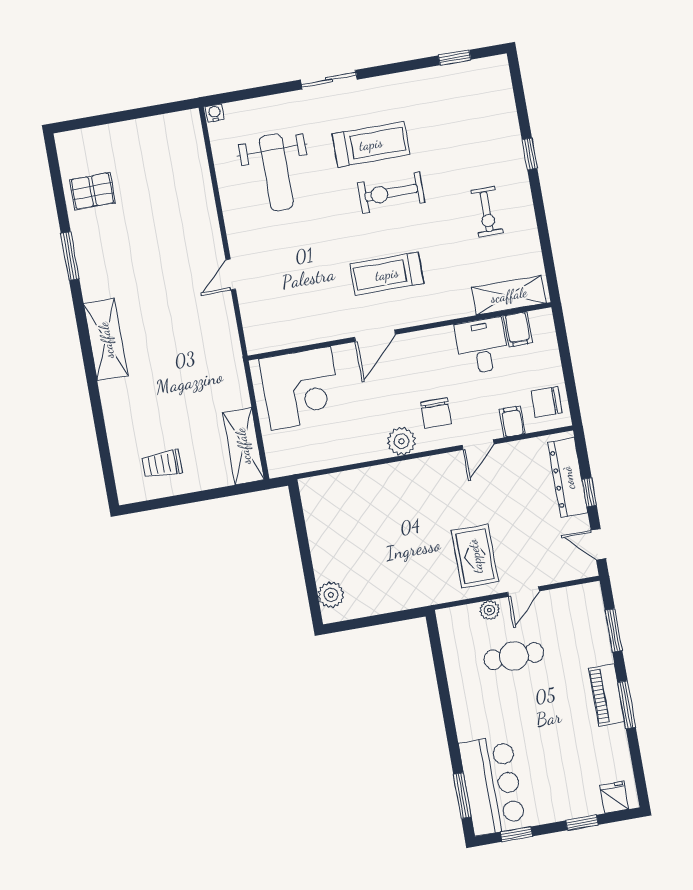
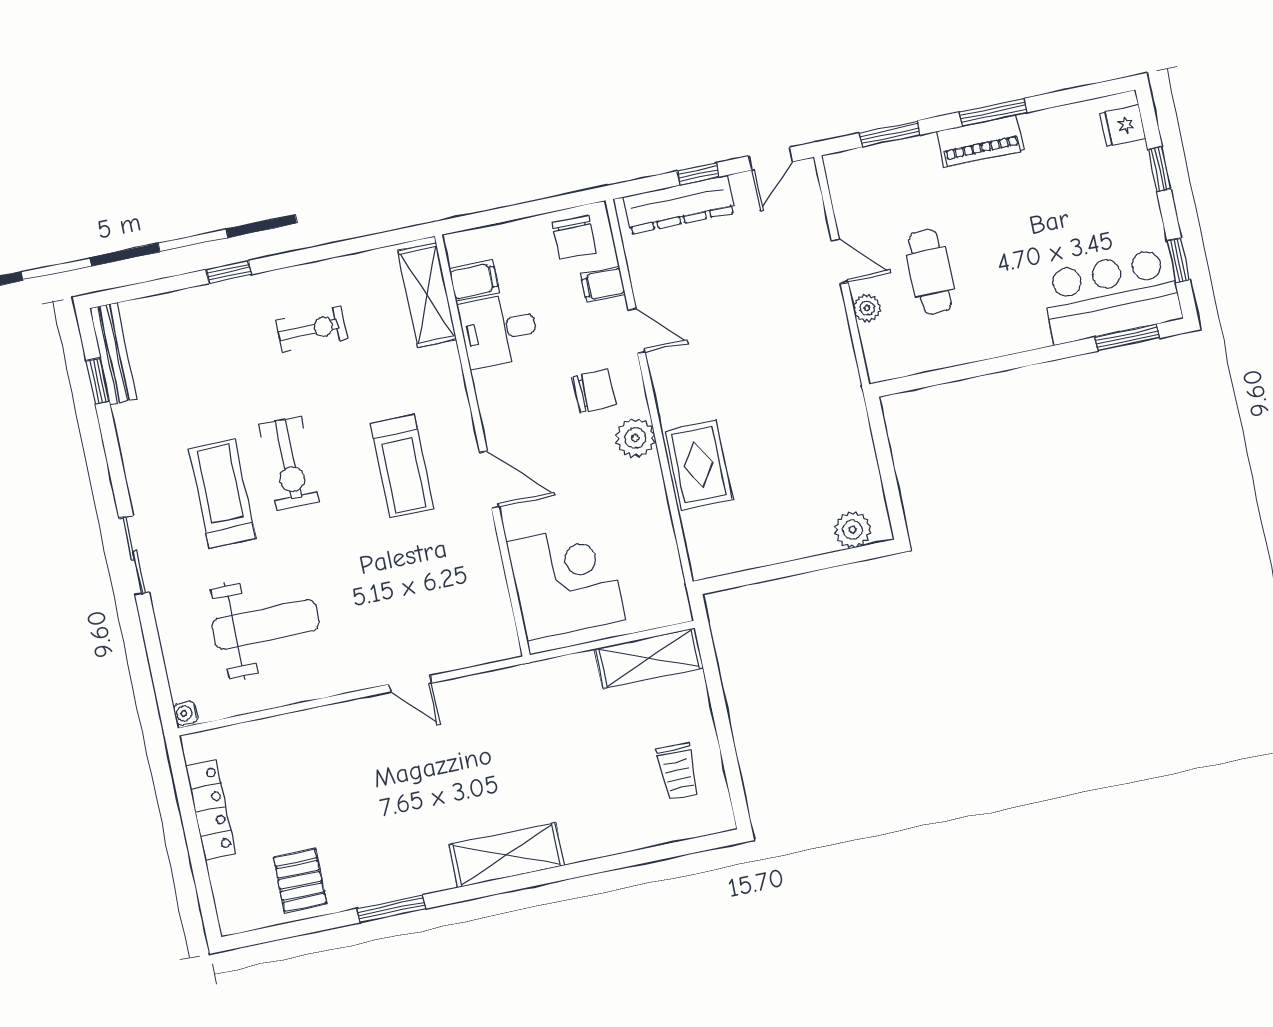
bench: (474, 69) -> (113, 353), added
locker: (145, 129) -> (211, 809), added
rug: (475, 556) -> (699, 465), moved, turned 90

